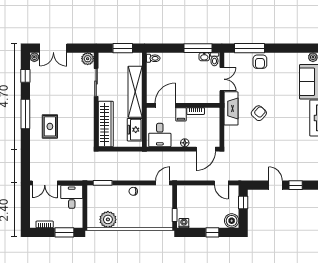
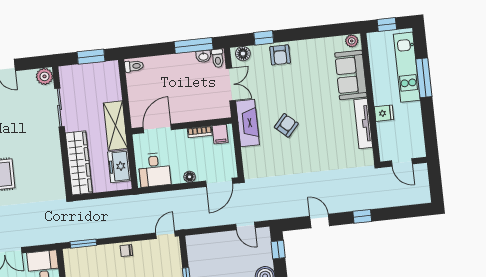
window: (249, 48) -> (264, 38), width x0.46
floor lamp: (233, 58) -> (243, 54), added
shelving: (135, 92) -> (115, 126), width x0.68
filing cabinet: (181, 114) -> (220, 134), moved
window: (296, 185) -> (362, 216), moved

